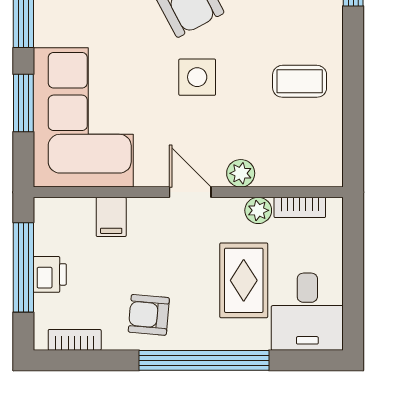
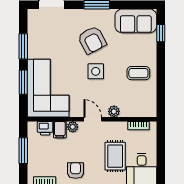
plant: (258, 210) -> (73, 127), moved
window: (23, 267) -> (23, 151), width x0.69
printer: (50, 274) -> (45, 128), moved, turned 90
armchair: (149, 315) -> (76, 170), turned 85

